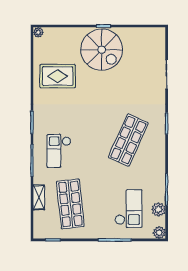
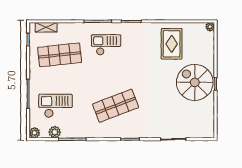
spiral stairs: (102, 50) -> (195, 82), turned 90
shop shelf: (128, 140) -> (116, 106), turned -45
shelving: (39, 197) -> (46, 27), moved
checkout: (128, 209) -> (56, 106), turned 180

